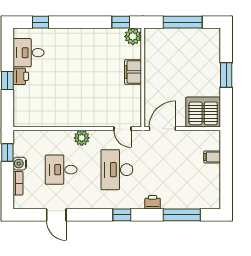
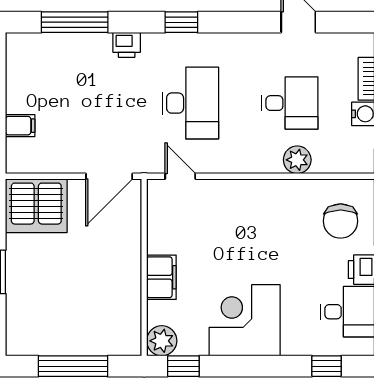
corner desk: (86, 48) -> (245, 320), added
chair: (33, 104) -> (341, 221), added
plant: (82, 138) -> (297, 160), moved

